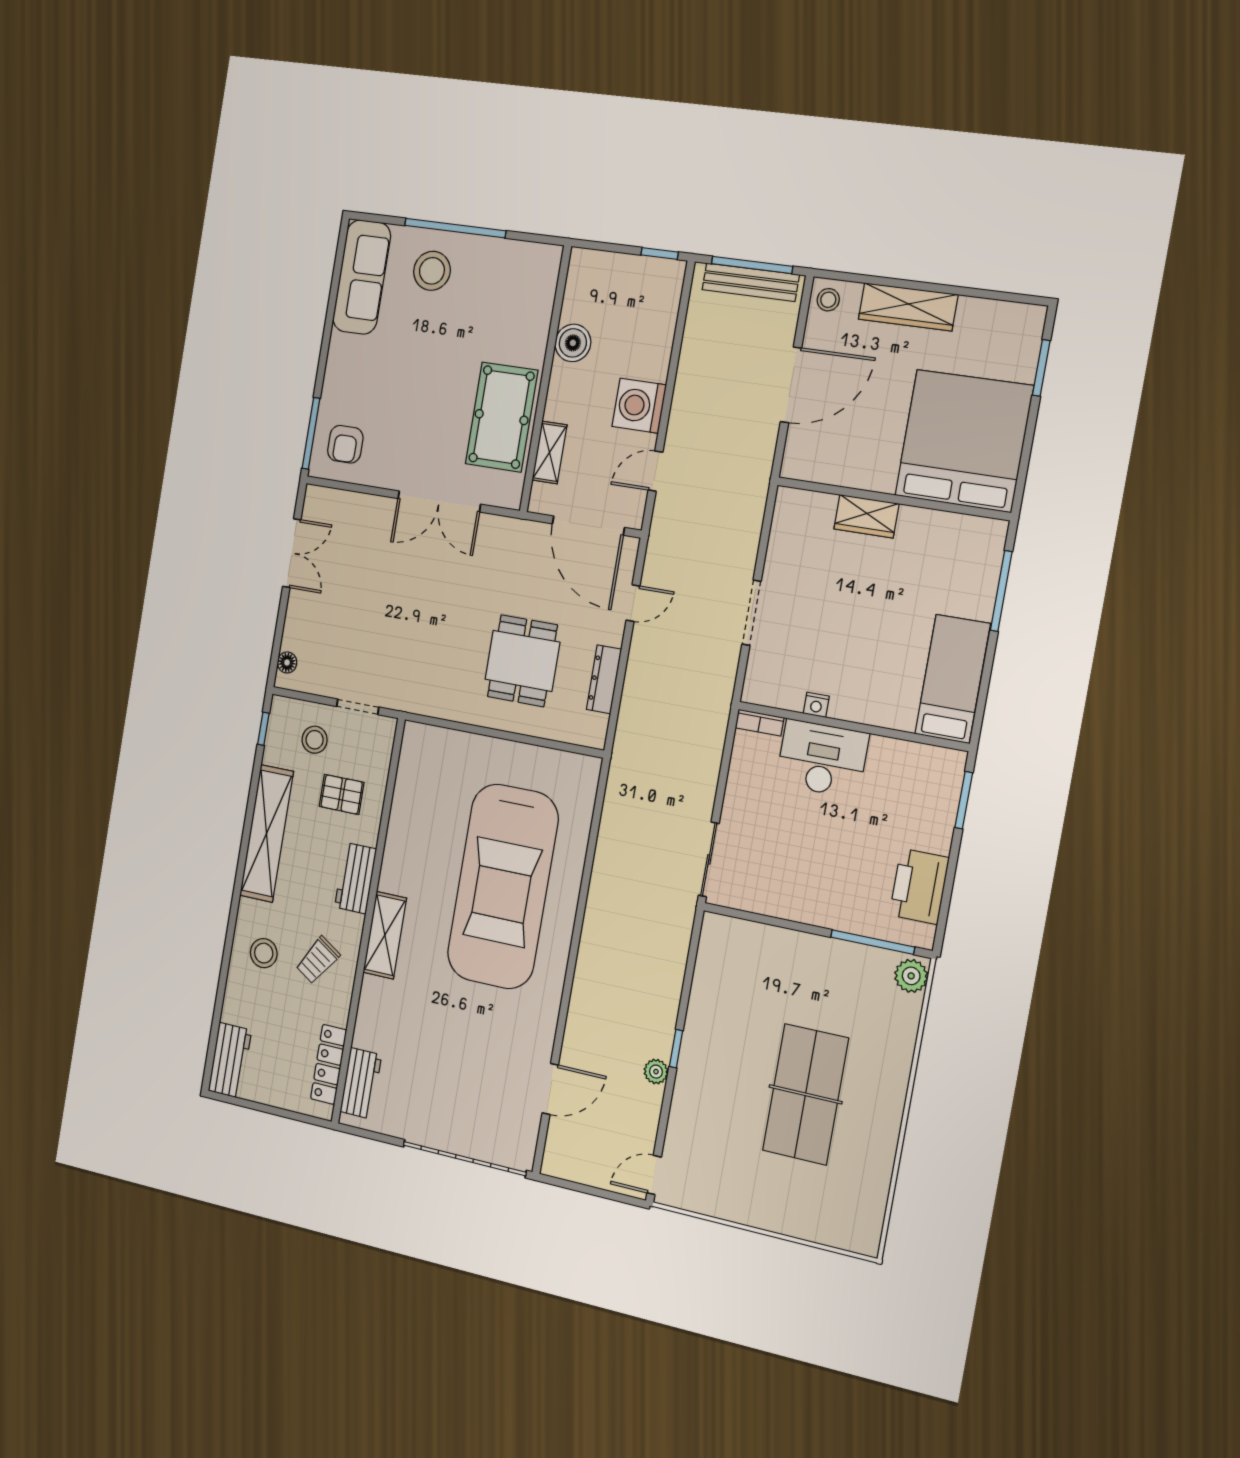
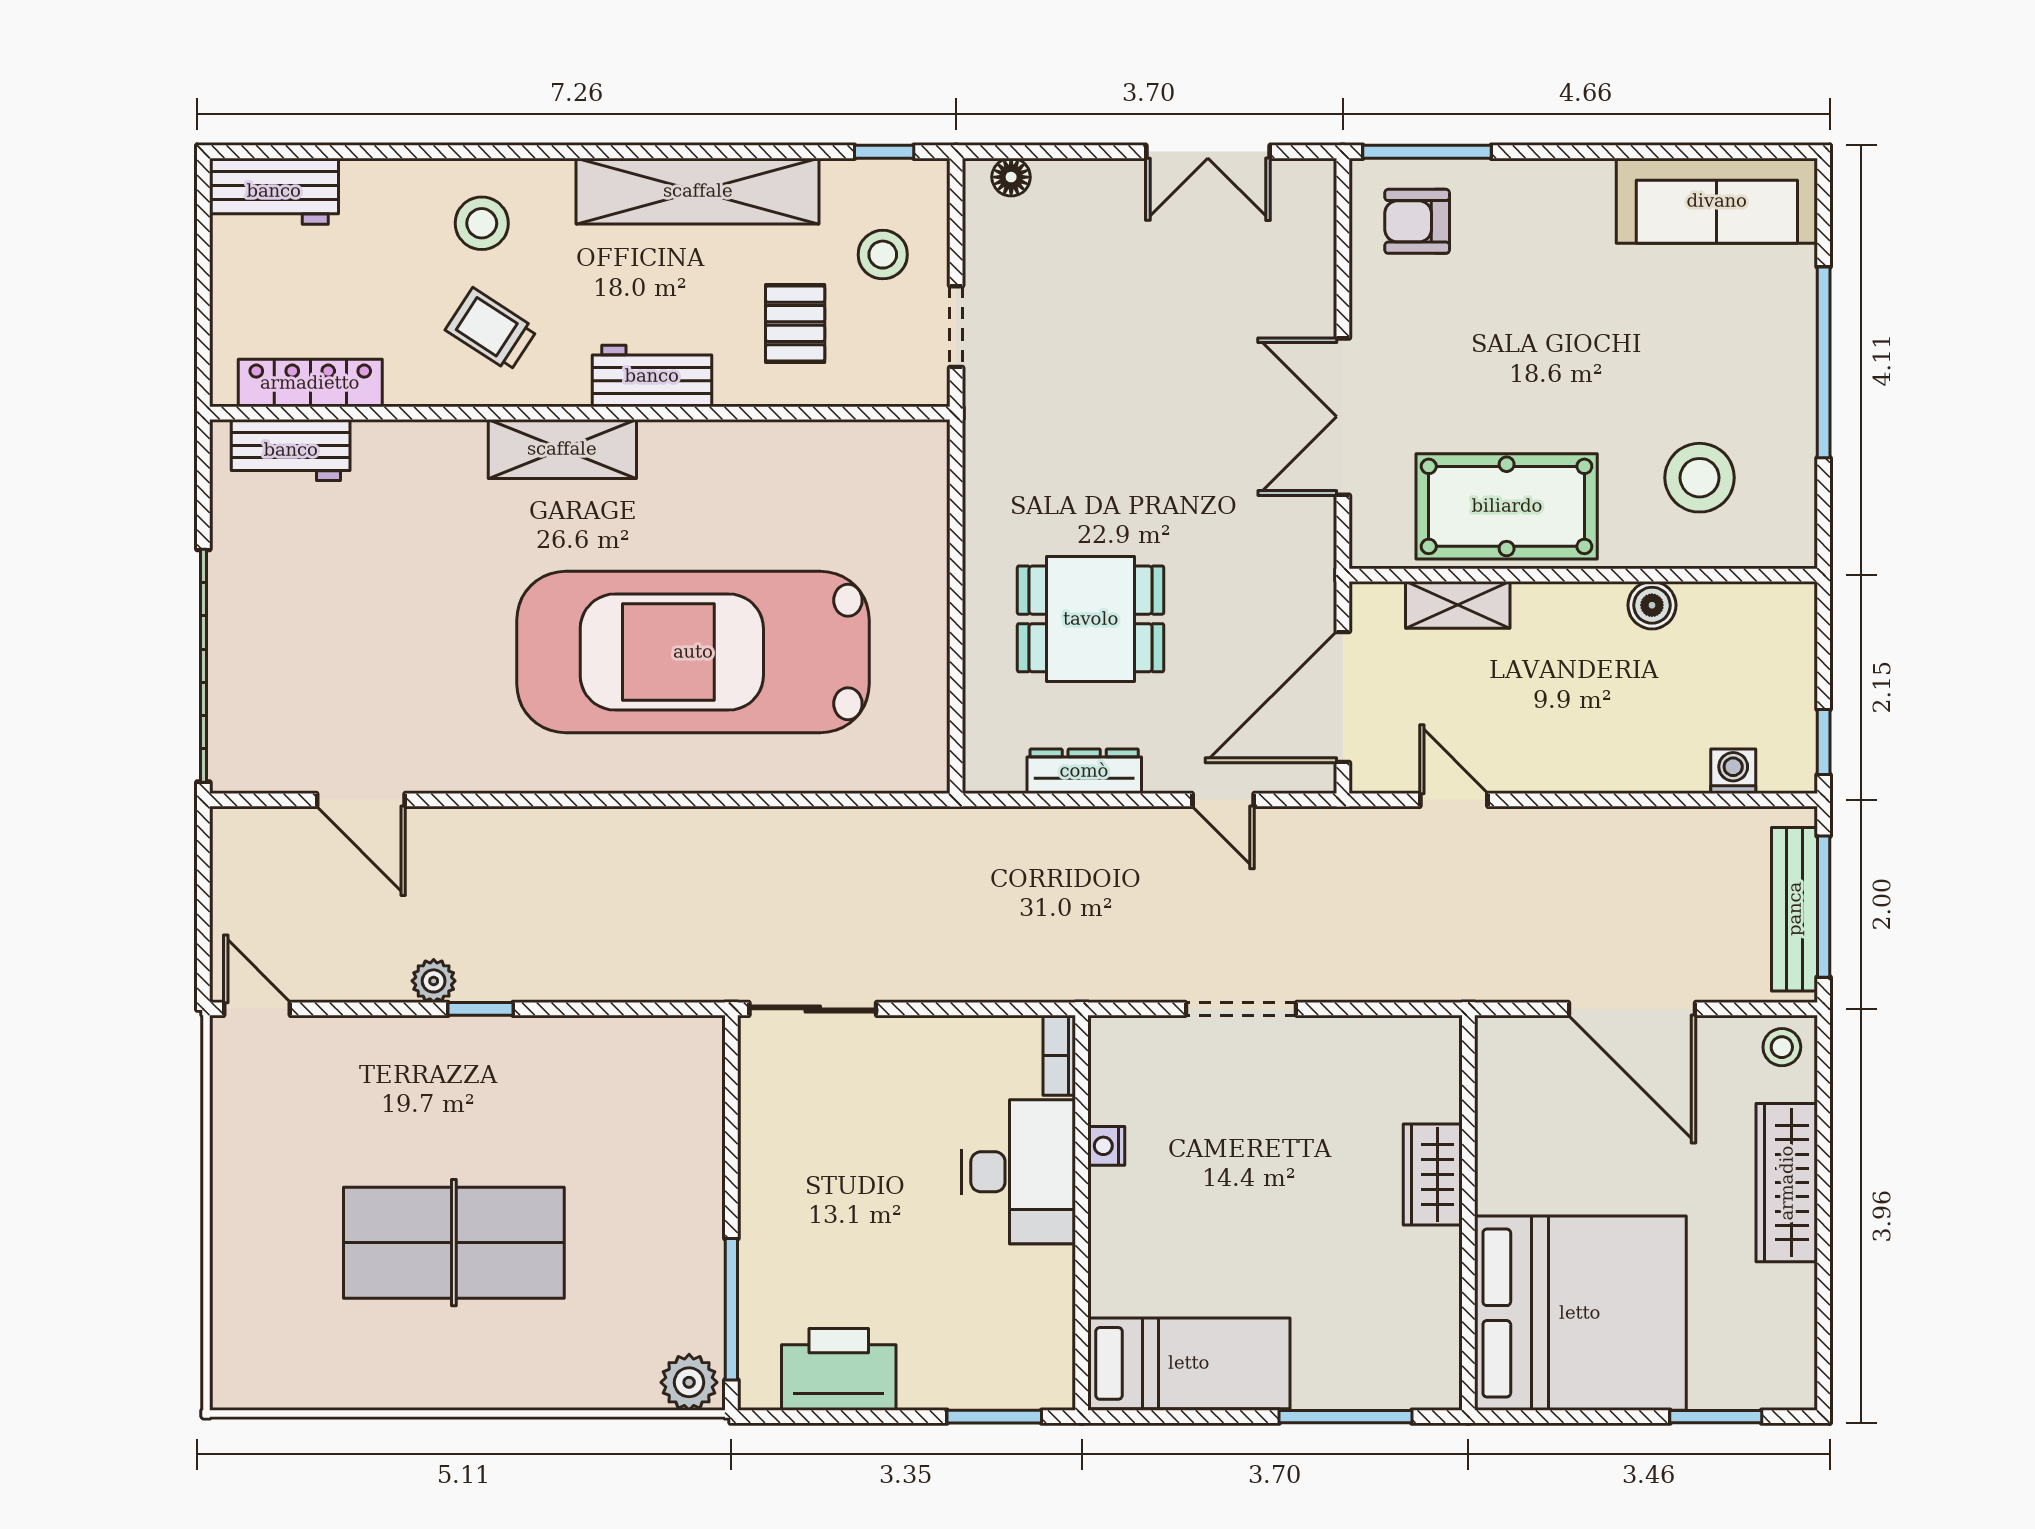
stool: (432, 271) -> (1700, 478), moved
boiler: (573, 343) -> (1652, 605), width x0.73, depth x0.73
washing machine: (639, 406) -> (1733, 771), moved, width x0.53, depth x0.53

